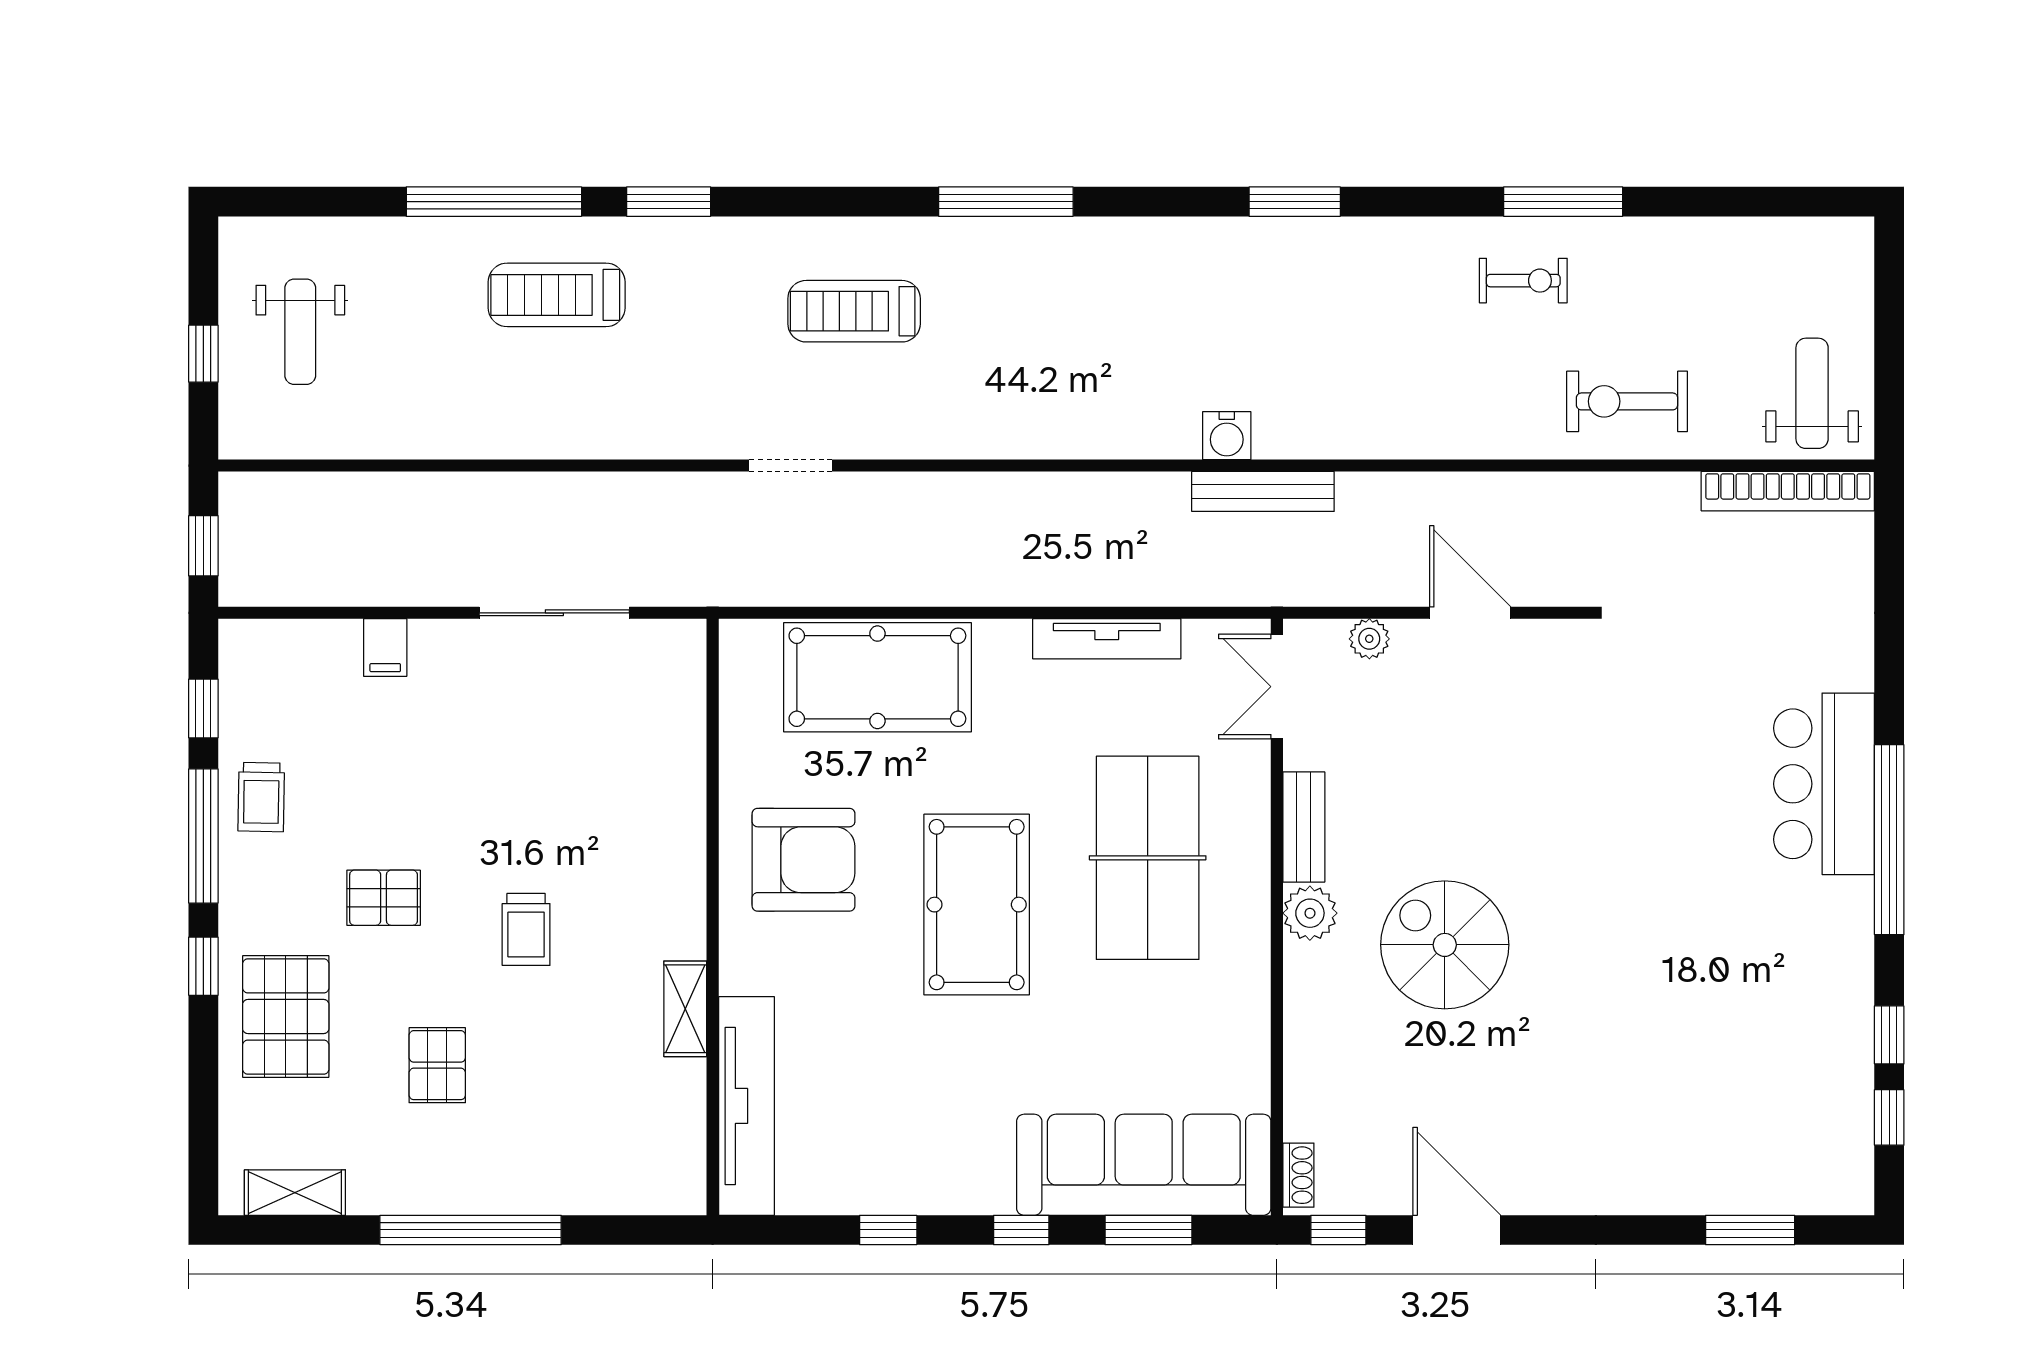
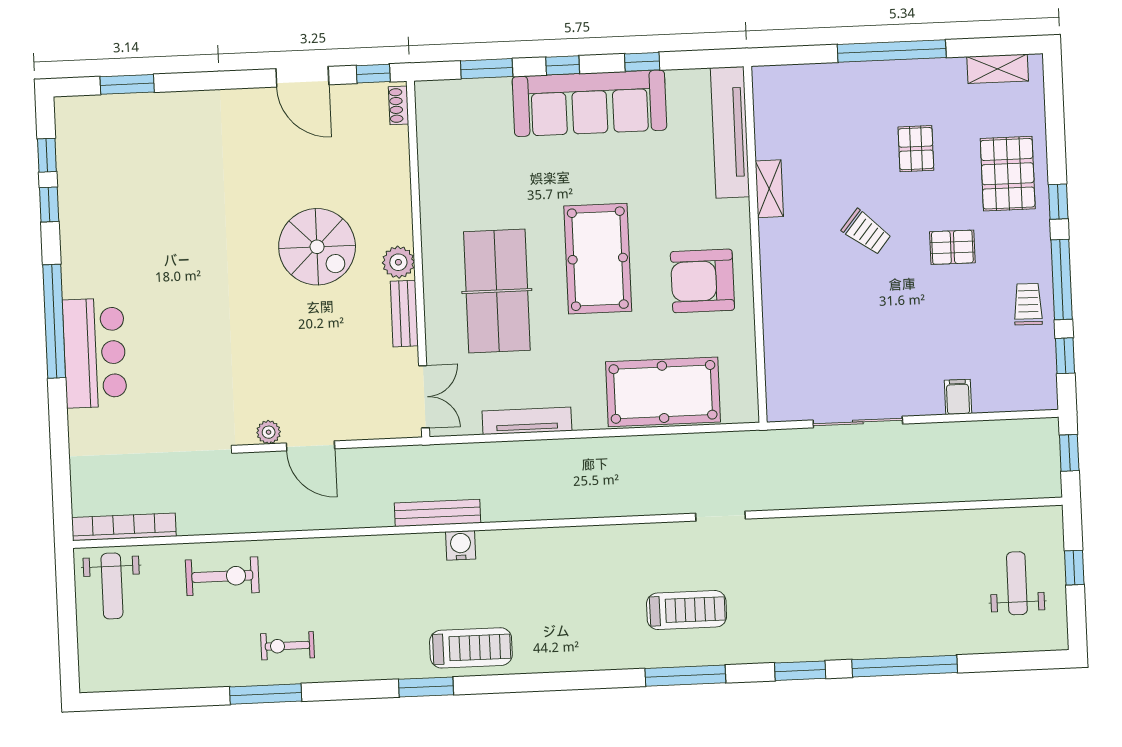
window: (1006, 202) -> (685, 676), moved
treadmill: (557, 295) -> (471, 648), moved
plant: (1369, 639) -> (269, 432), moved
trolley: (526, 929) -> (866, 232), turned 129
sofa: (1144, 1165) -> (589, 103), moved

